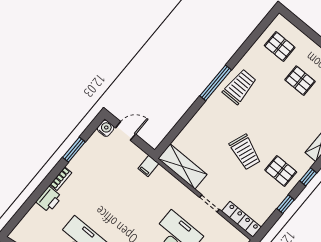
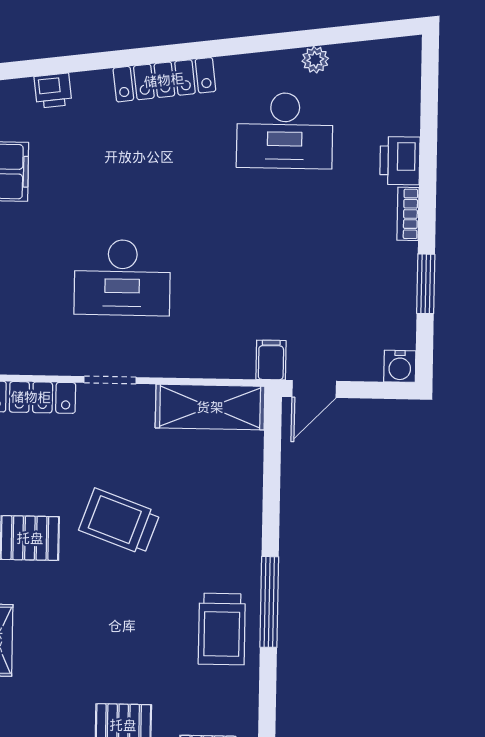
door: (126, 131) -> (314, 389), moved

